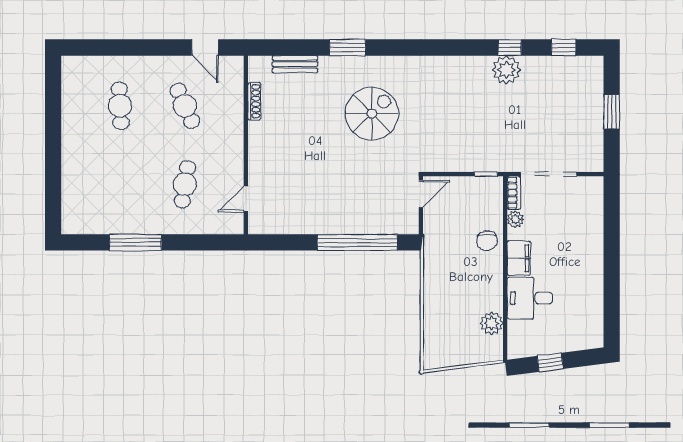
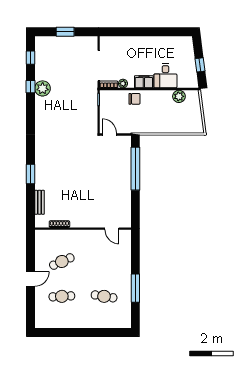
door: (205, 48) -> (30, 279), moved
spiral stairs: (372, 114) -> (66, 161), removed
cafe table: (185, 184) -> (104, 296), moved

